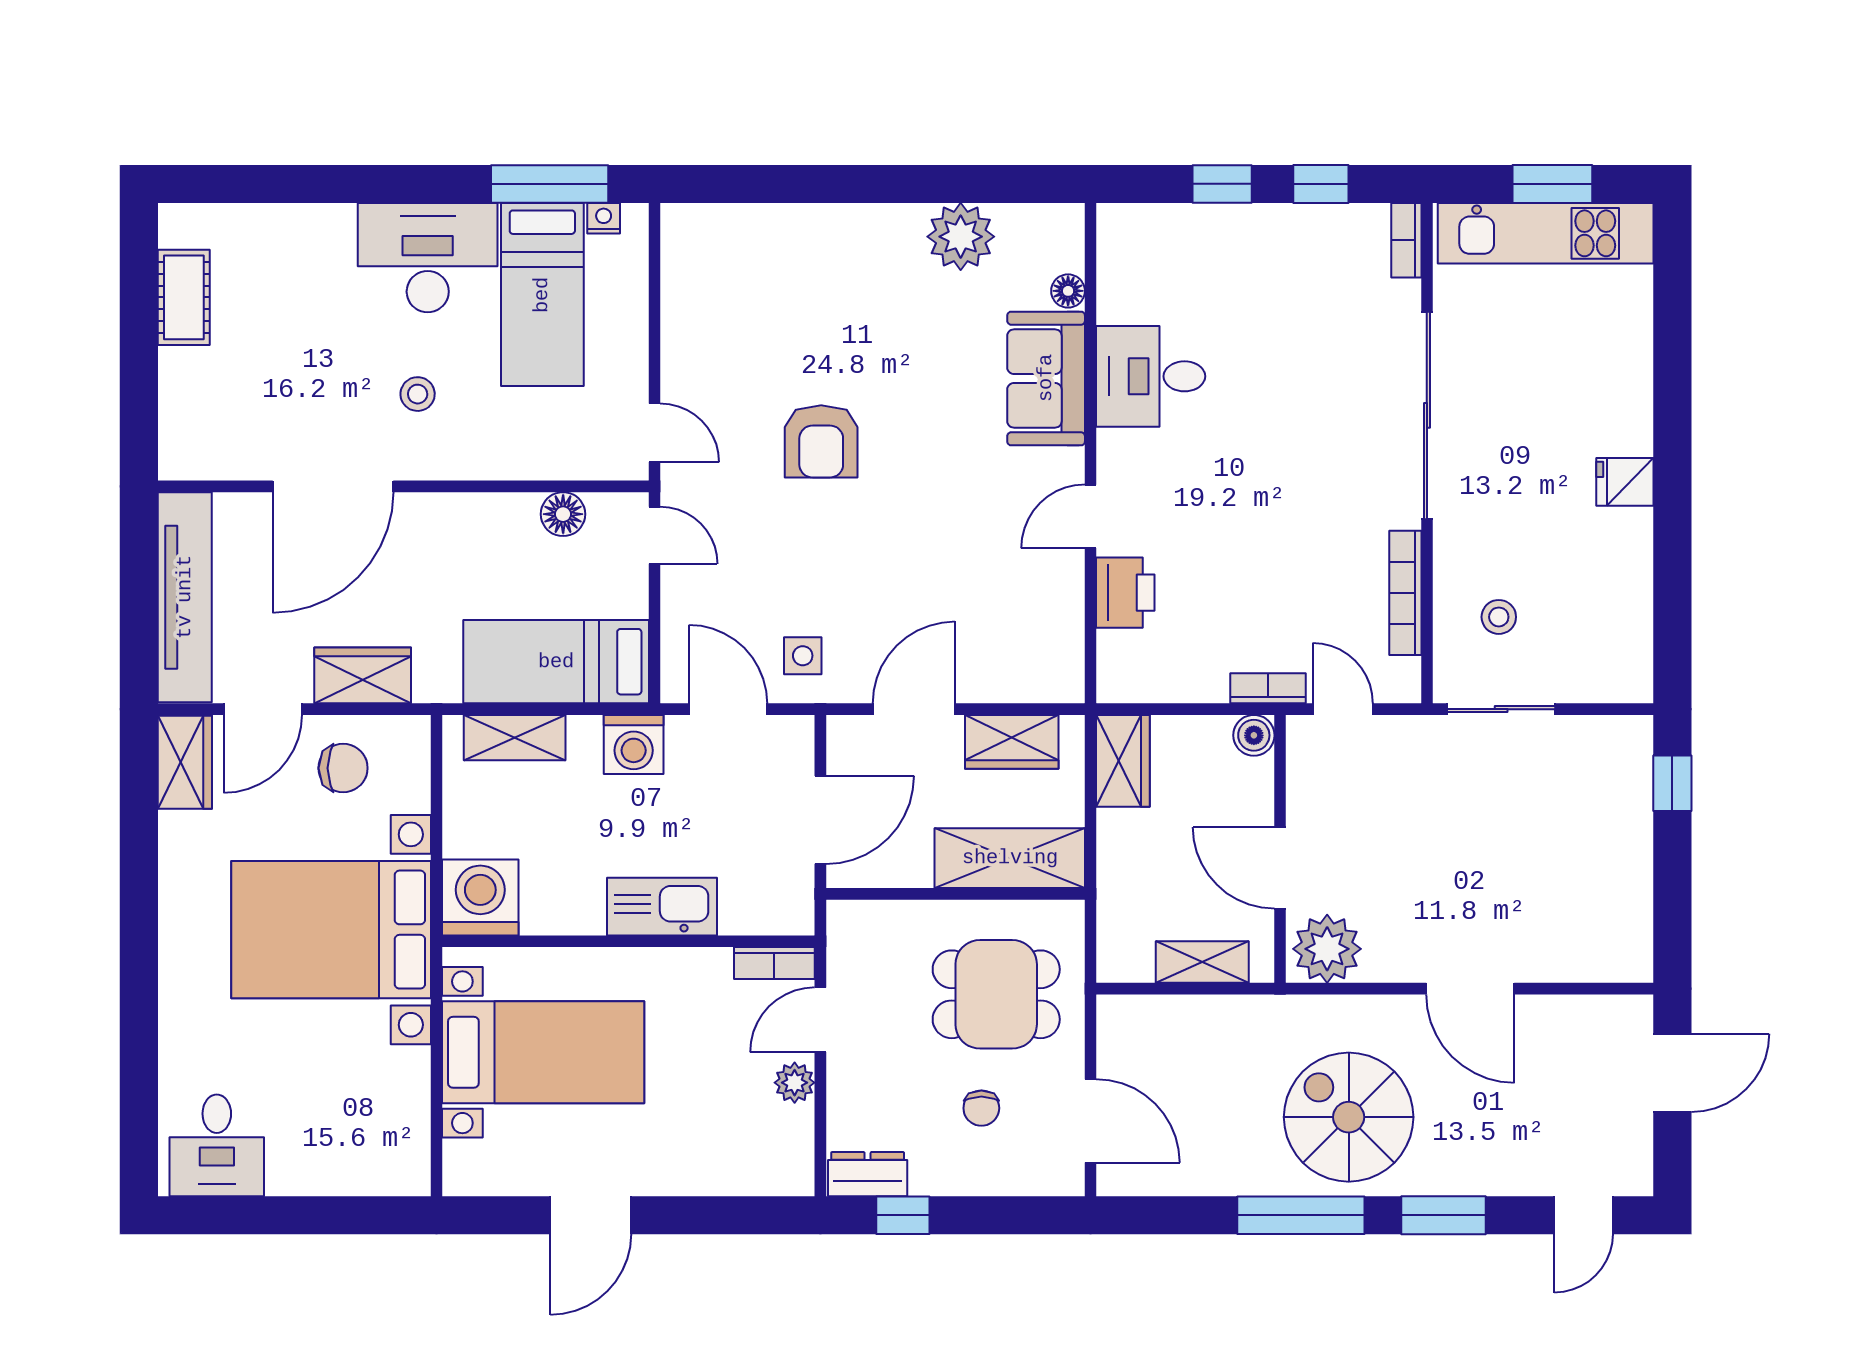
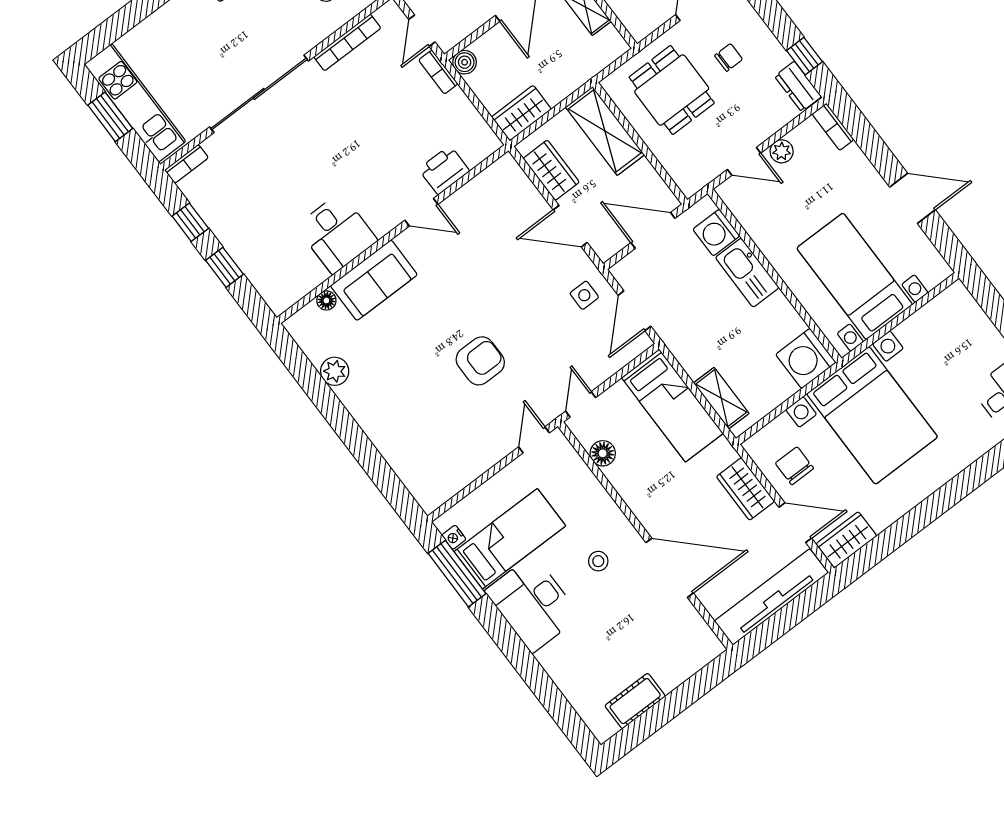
plant: (961, 237) -> (335, 371), width x0.73, depth x0.73
washing machine: (634, 744) -> (716, 233), moved, turned 180
bookcase: (774, 963) -> (833, 127), moved, turned 180

